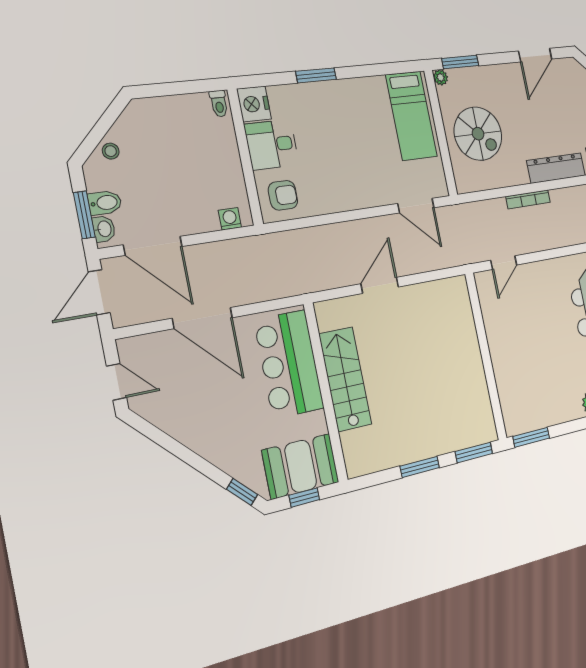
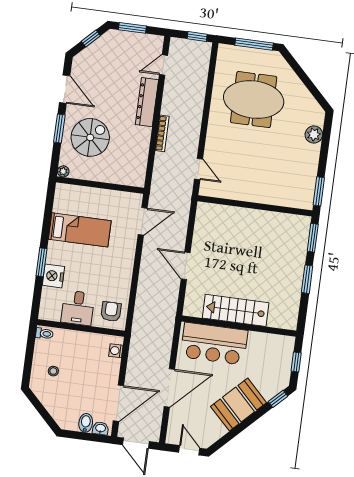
window: (460, 62) -> (59, 128), moved
nightstand: (254, 104) -> (53, 276), moved, turned 90
bed: (411, 116) -> (80, 230), moved
spiral stairs: (478, 134) -> (90, 137), moved
stool: (111, 151) -> (53, 371), moved
window: (84, 215) -> (89, 437), removed
door: (116, 382) -> (189, 450), hinge flipped
booth: (301, 466) -> (239, 405), moved, turned 45

